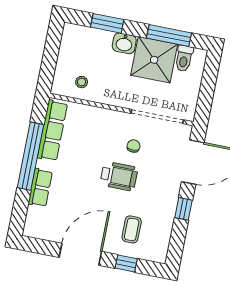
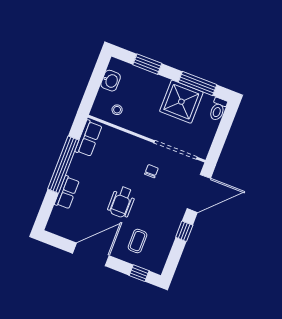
washbasin: (124, 43) -> (111, 81), moved, turned -90
toilet: (184, 58) -> (218, 109), moved
row of seats: (52, 130) -> (88, 138), width x0.68
wheelchair: (119, 176) -> (122, 202), moved, turned 90
window: (126, 263) -> (139, 273), moved

